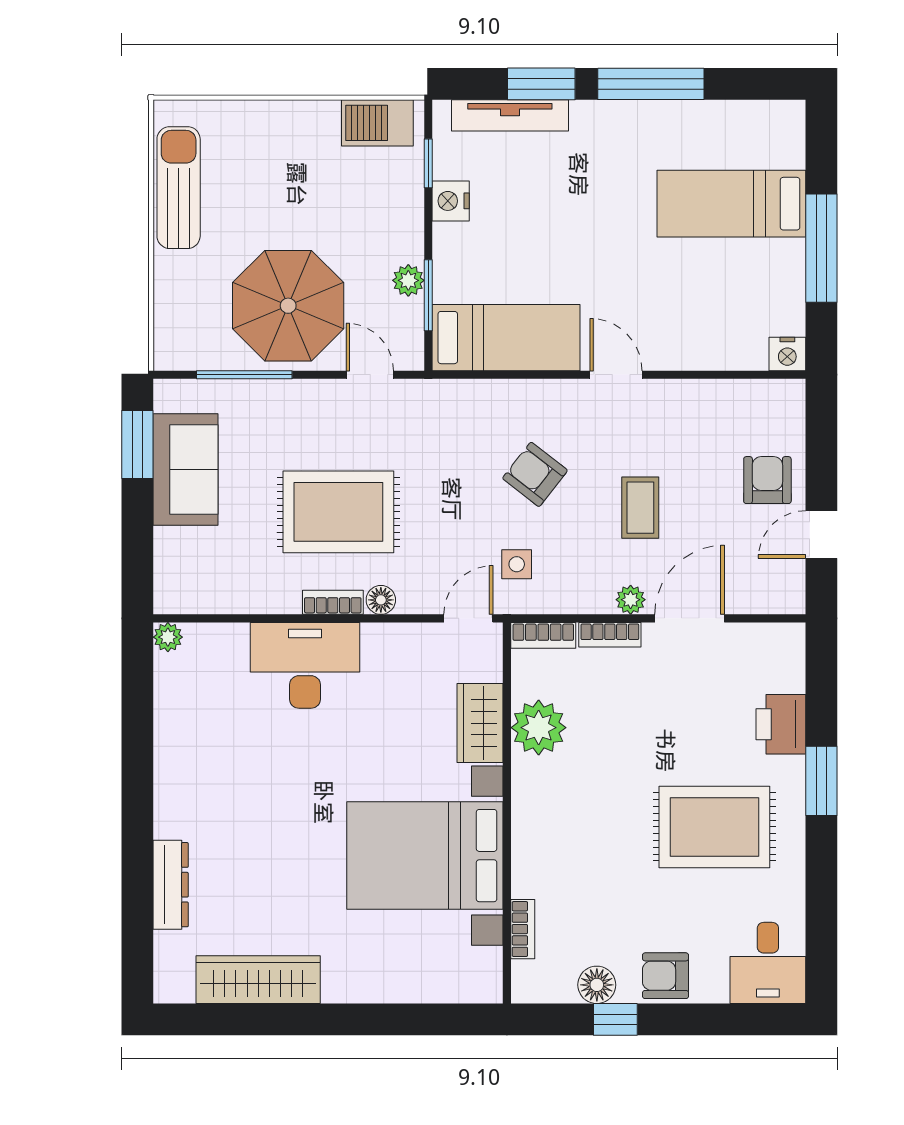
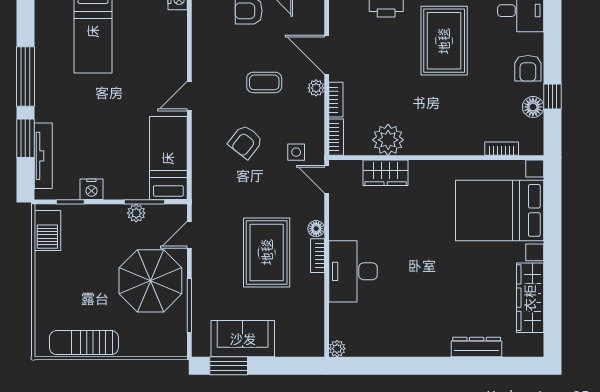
bed with nightstands: (425, 856) -> (500, 210), moved, turned 90

